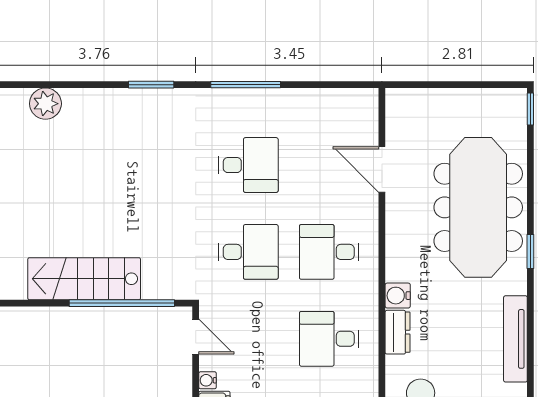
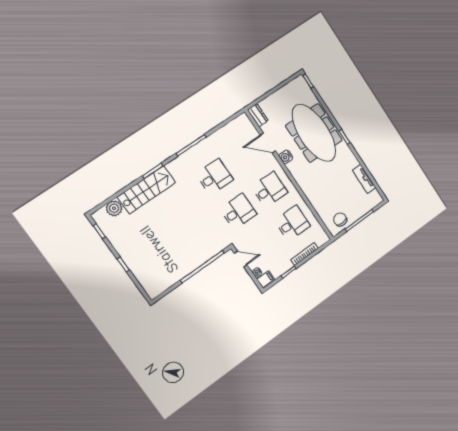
desk: (329, 252) -> (269, 189), turned 180
stairs: (84, 279) -> (147, 190), moved, turned 180
water cooler: (398, 296) -> (286, 157), moved
dresser: (398, 332) -> (258, 115), moved
desk: (329, 339) -> (292, 223), turned 180
tv unit: (515, 339) -> (364, 179), width x0.71

